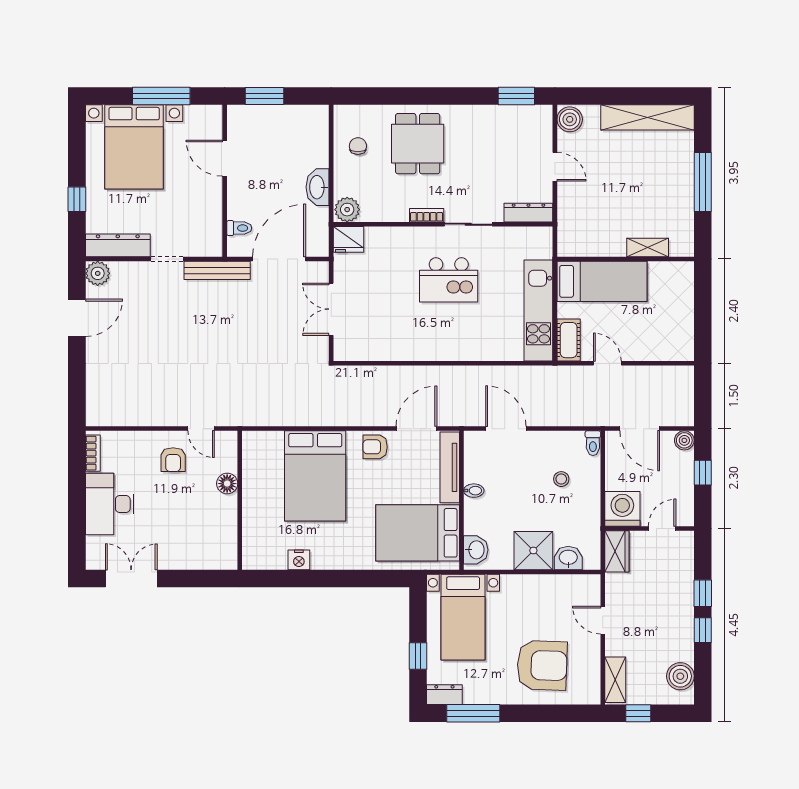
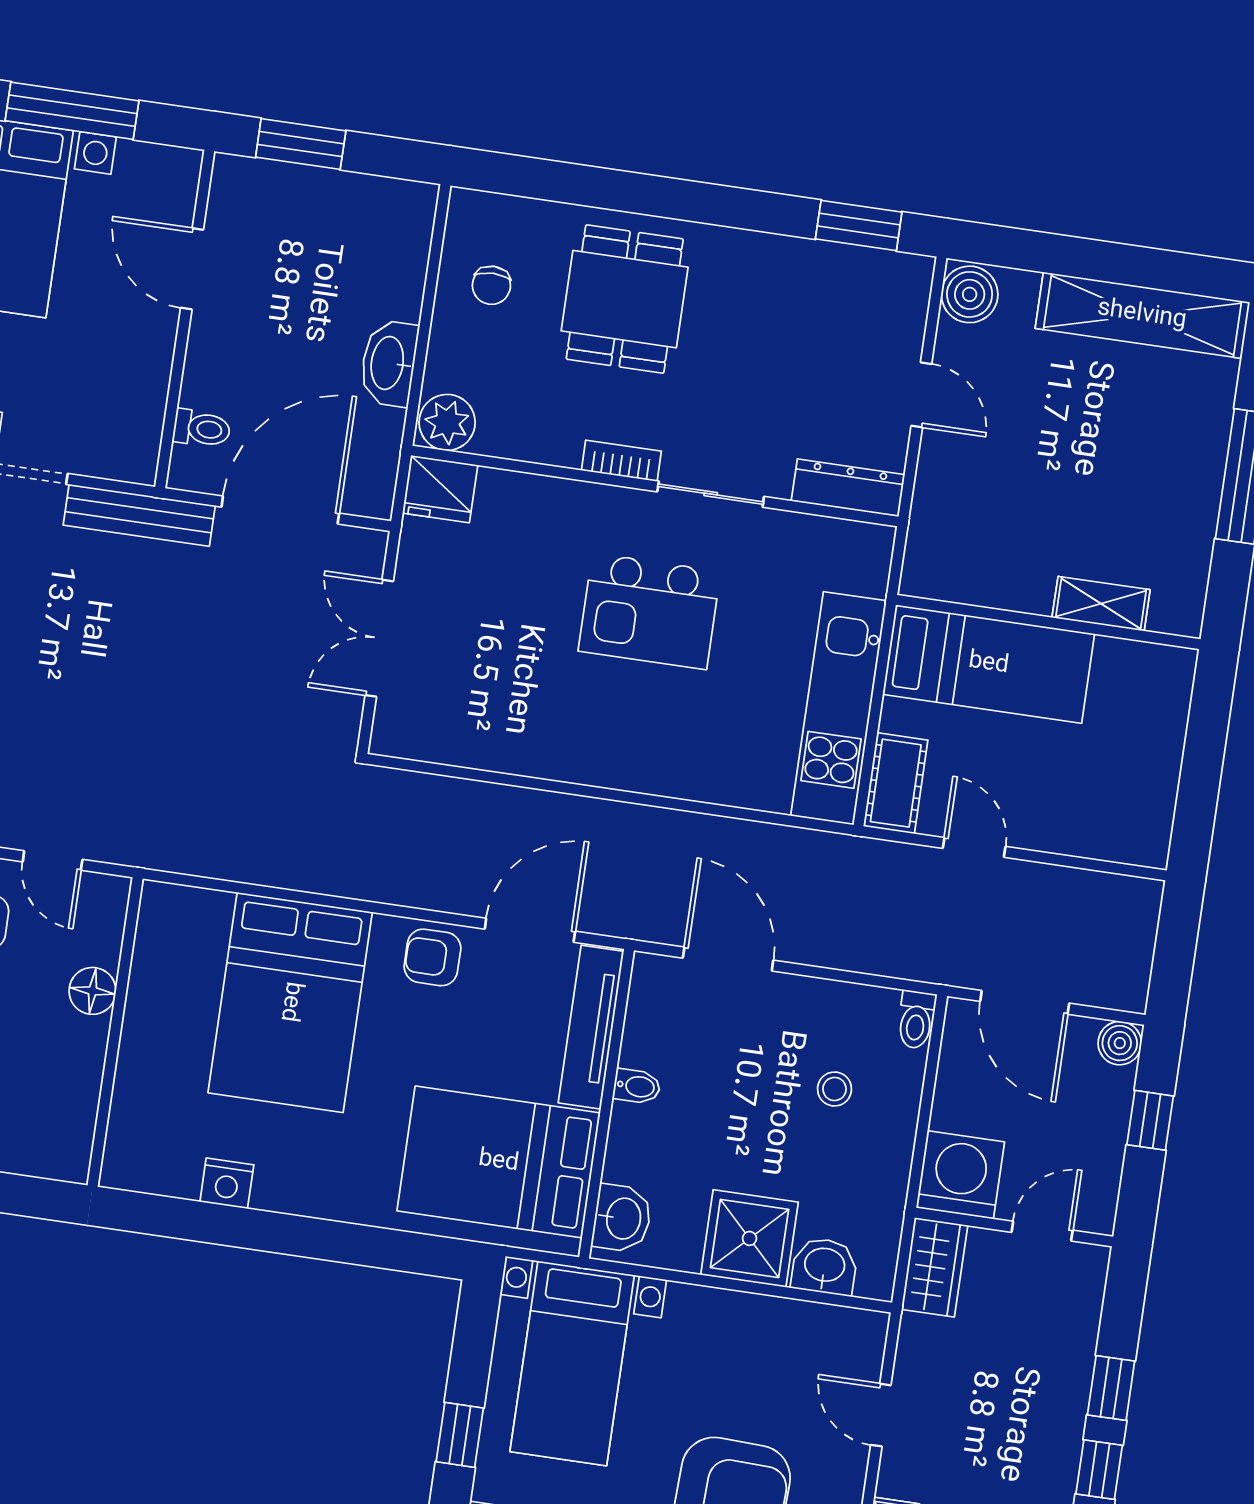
chair: (358, 146) -> (491, 285), turned 180

